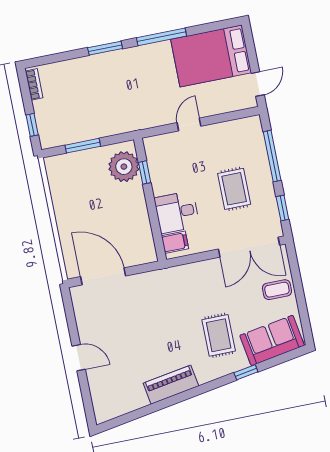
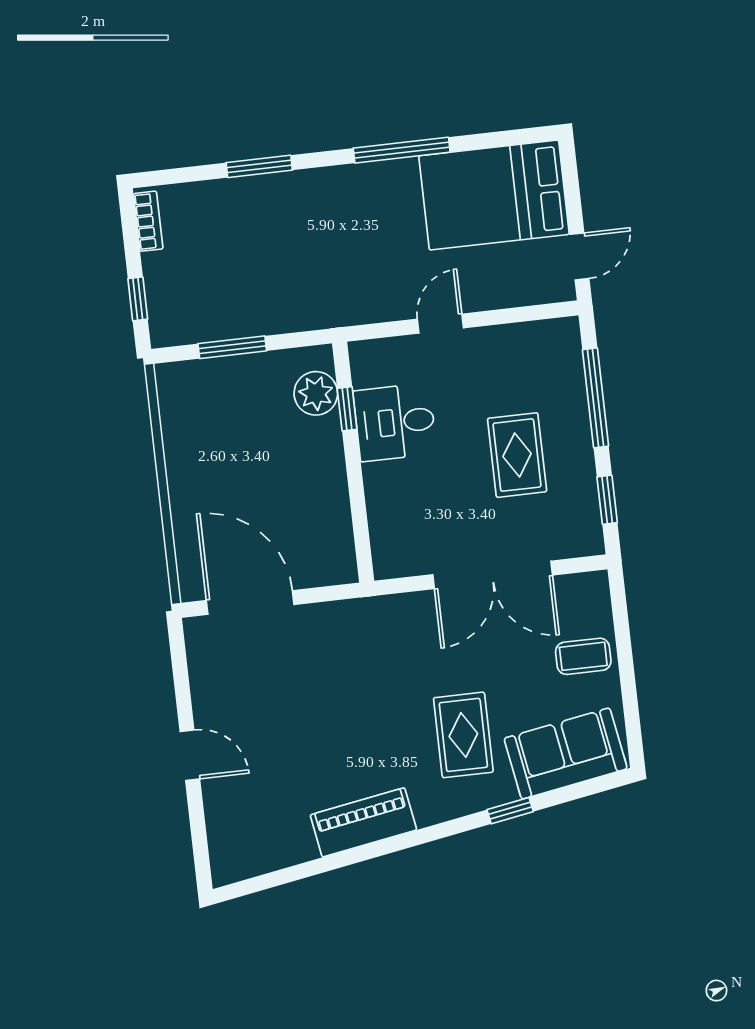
window: (105, 48) -> (259, 166), moved
plant: (124, 167) -> (316, 393), width x0.73, depth x0.73
desk: (177, 212) -> (395, 422), moved
filing cabinet: (175, 242) -> (394, 548), removed
double door: (249, 247) -> (493, 575), moved

